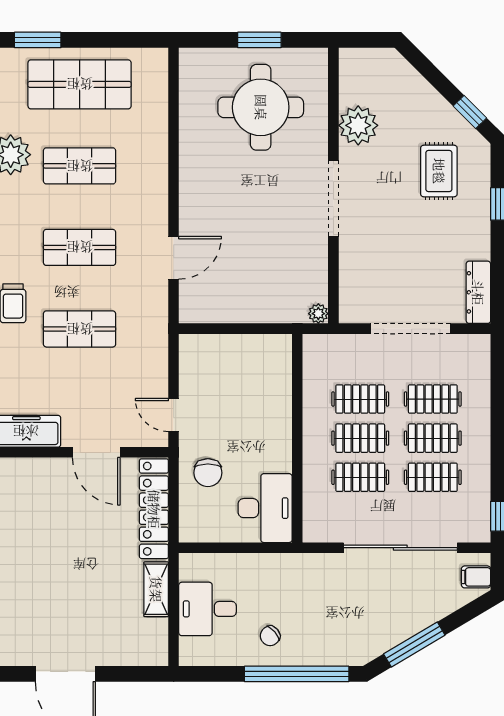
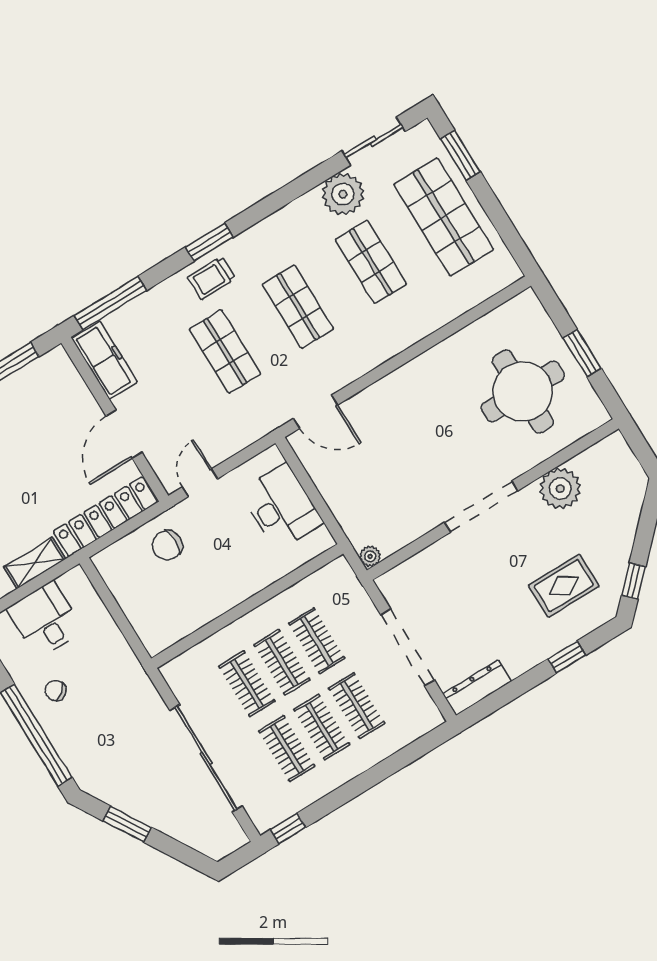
door: (174, 258) -> (316, 412), moved
desk: (265, 508) -> (281, 507), moved, turned -90
filing cabinet: (476, 577) -> (221, 842), removed
window: (414, 645) -> (127, 824), width x0.69

